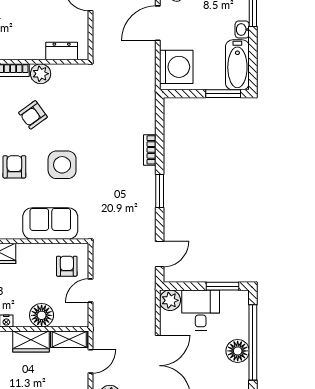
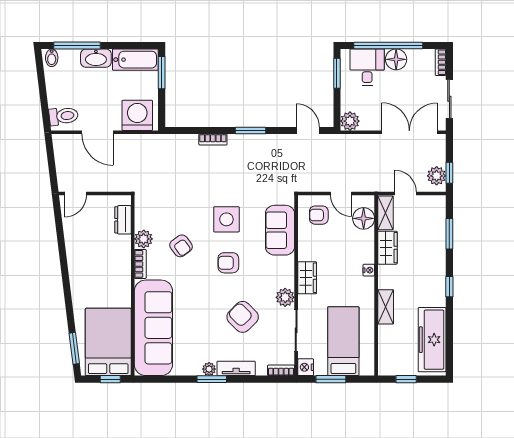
washbasin: (242, 30) -> (96, 58), width x1.91, depth x1.45
desk: (201, 310) -> (367, 67), moved, turned 90
floor lamp: (42, 315) -> (364, 218), moved

